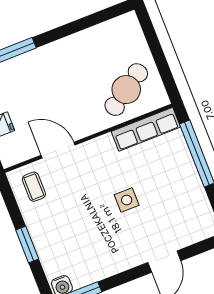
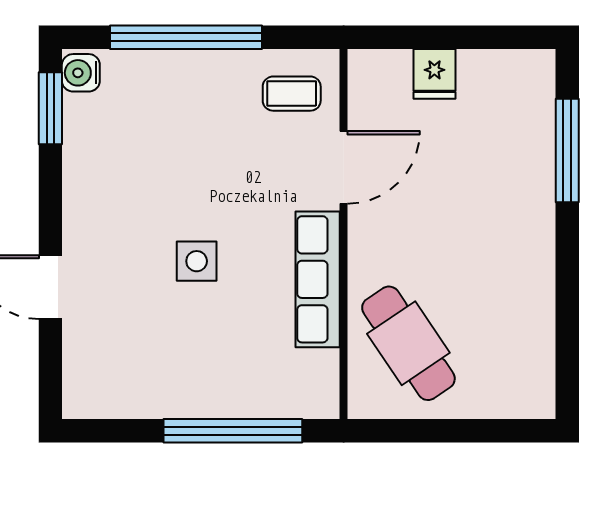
row of seats: (146, 129) -> (318, 279), moved
window: (27, 244) -> (186, 37), width x2.11

